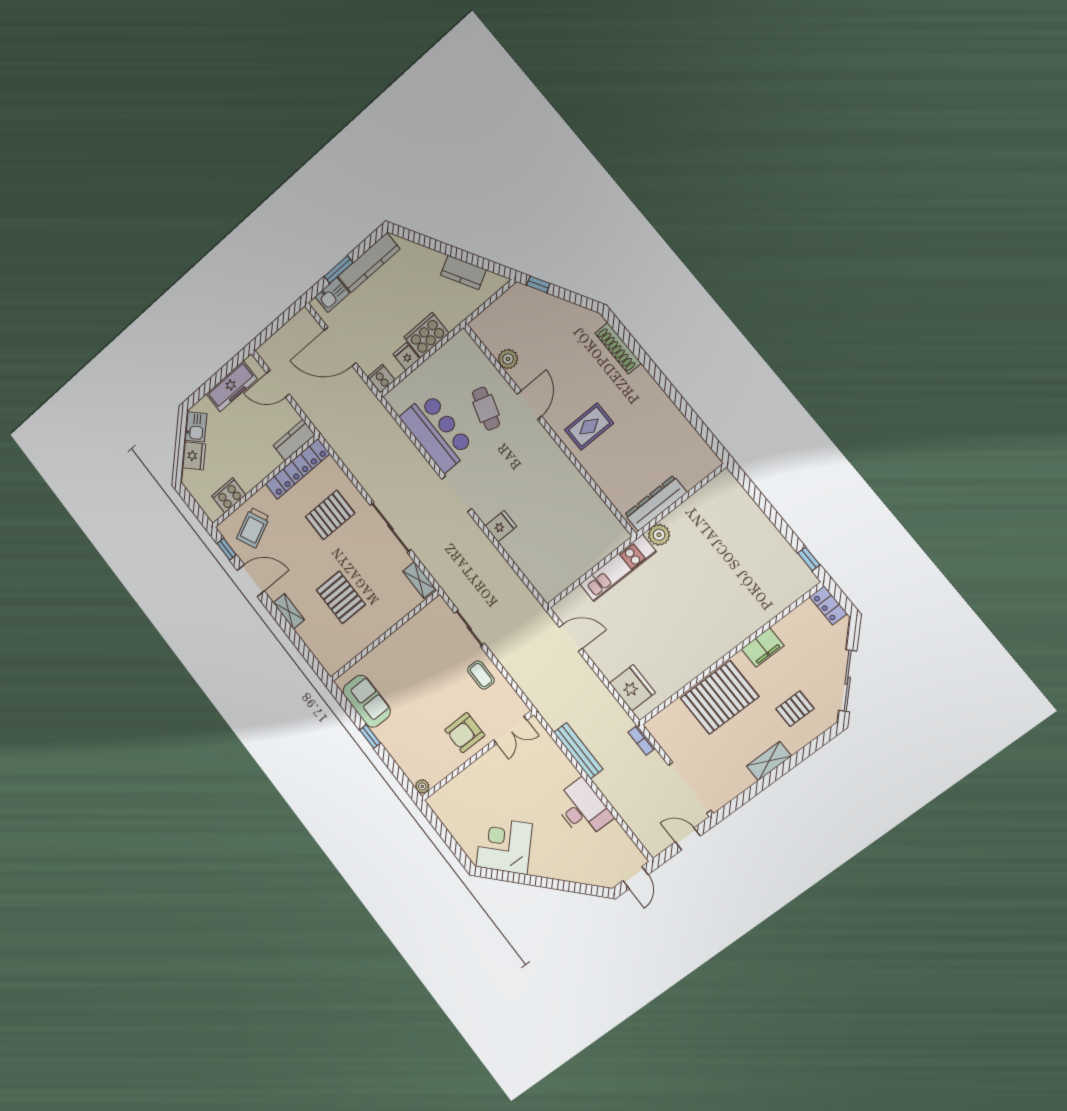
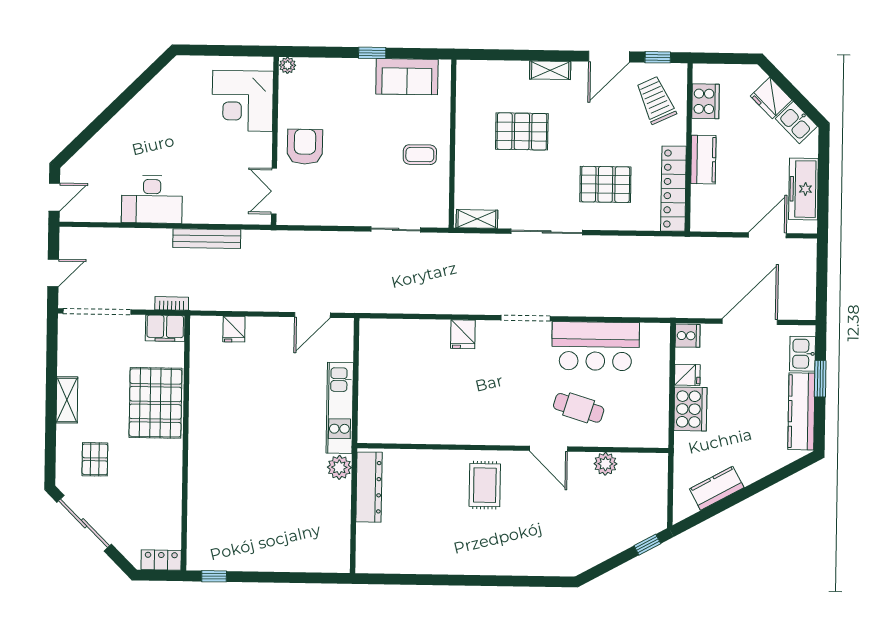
shoe rack: (618, 348) -> (531, 566), removed
kitchen counter: (294, 440) -> (703, 160), moved
pallet: (330, 515) -> (605, 184), turned 90
filing cabinet: (763, 647) -> (165, 328), moved, turned -90
coffee table: (481, 675) -> (420, 155), moved
fridge: (632, 688) -> (234, 329), width x0.53, depth x0.75
corner desk: (504, 845) -> (243, 101), moved, turned 135
door: (635, 878) -> (54, 197), swing flipped

